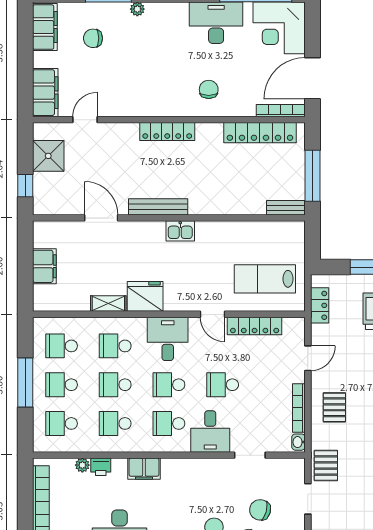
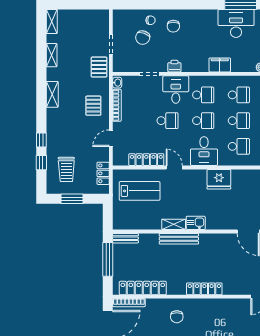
bench: (158, 207) -> (179, 239), moved
shelving: (108, 304) -> (174, 224), moved
printer: (101, 467) -> (174, 66), moved
chair: (260, 510) -> (143, 38), turned 94

